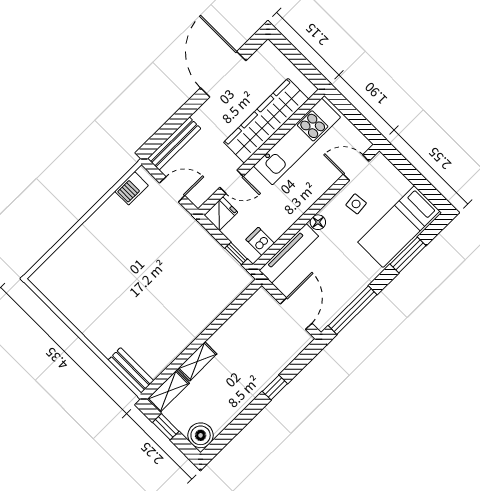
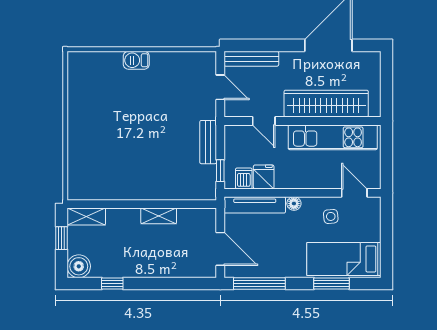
barbecue: (132, 188) -> (136, 60), moved
fridge: (221, 214) -> (264, 177), moved, turned -90
door: (296, 314) -> (220, 249), hinge flipped
shelving: (197, 361) -> (159, 216), moved
bench: (131, 370) -> (208, 142), moved
window: (275, 388) -> (112, 284), moved

